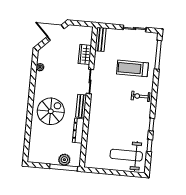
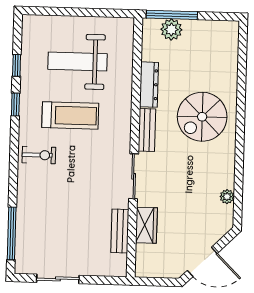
bench: (101, 39) -> (120, 231), moved
treadmill: (132, 68) -> (70, 115), moved
weight bench: (126, 155) -> (77, 61), moved, turned 180

